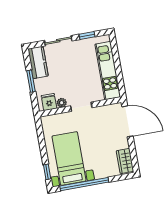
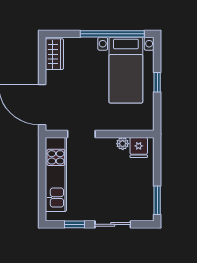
kitchen counter: (38, 62) -> (144, 201), removed
window: (31, 81) -> (157, 200), moved
doorway: (81, 107) -> (81, 134), moved
window: (47, 172) -> (157, 82), moved

